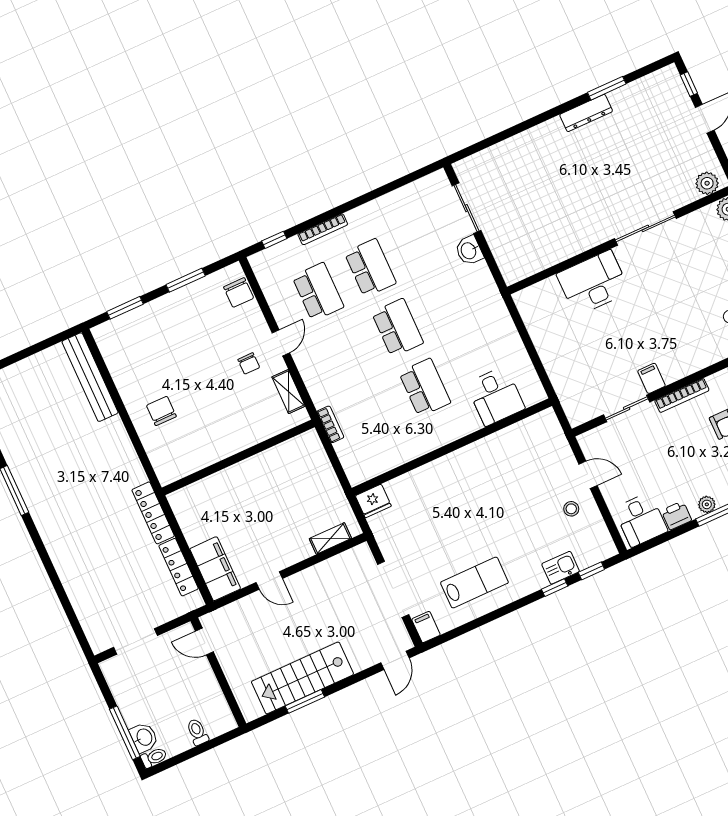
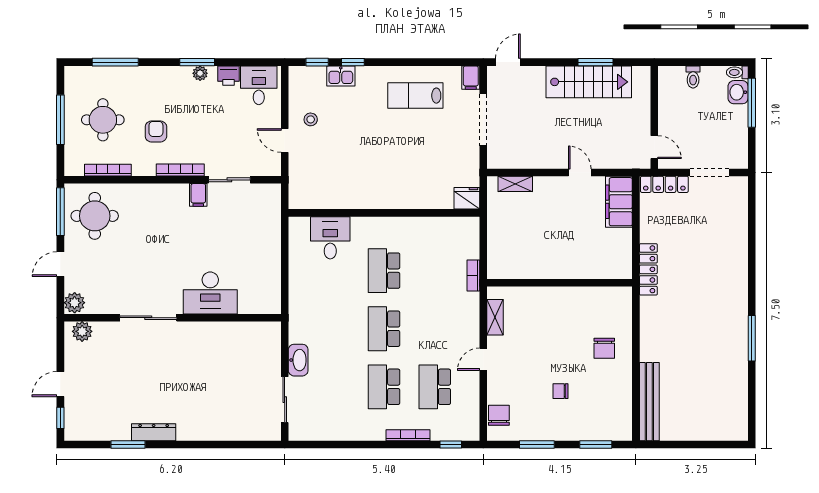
washbasin: (469, 251) -> (298, 360), width x1.38
chair: (249, 363) -> (560, 391), moved, turned -90
locker: (179, 567) -> (664, 184), moved, turned 90

